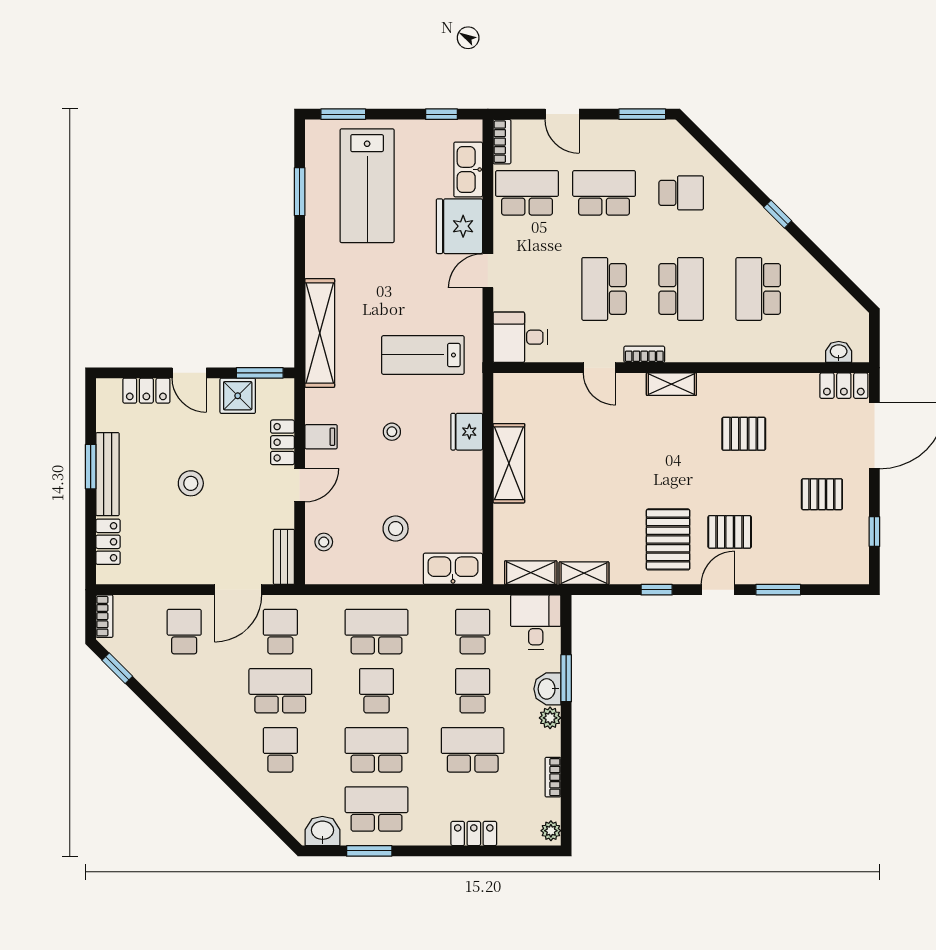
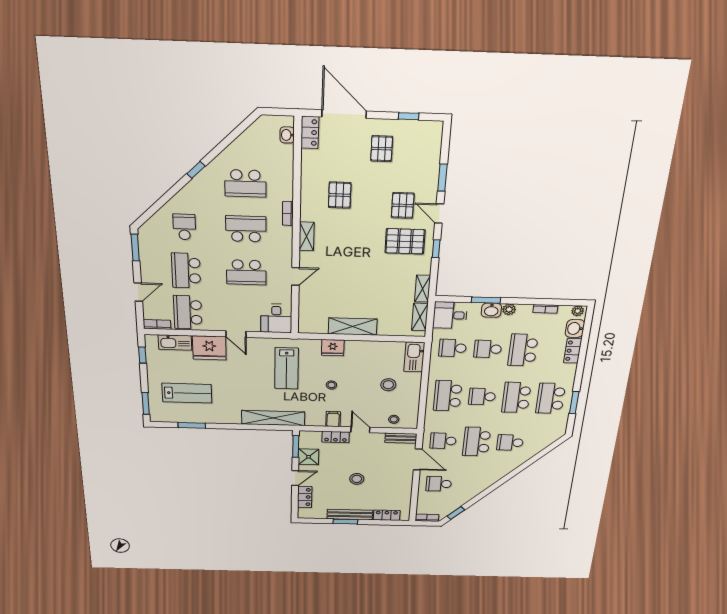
lab bench: (367, 186) -> (187, 393), width x0.73, depth x0.72
bookcase: (644, 354) -> (288, 214), moved
washbasin: (322, 831) -> (575, 328), moved

